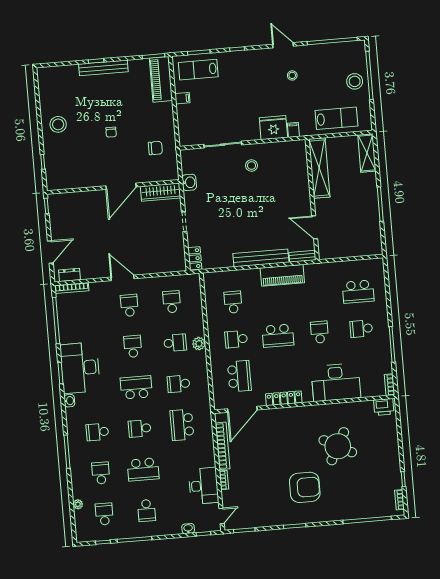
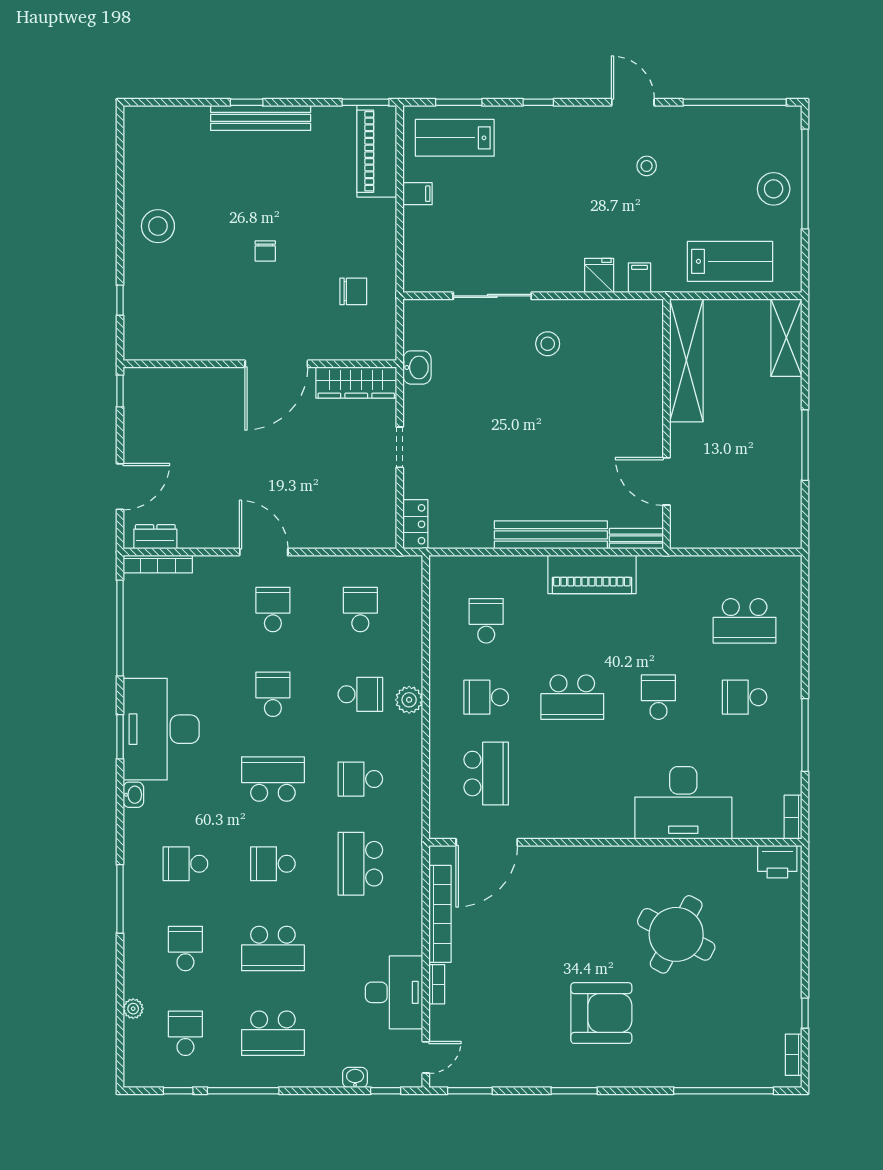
fridge: (273, 128) -> (599, 275), width x0.53, depth x0.75
locker: (284, 398) -> (574, 827), removed
school desk: (147, 510) -> (273, 1033), width x1.85

